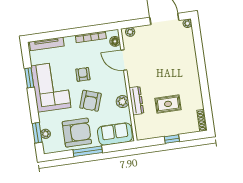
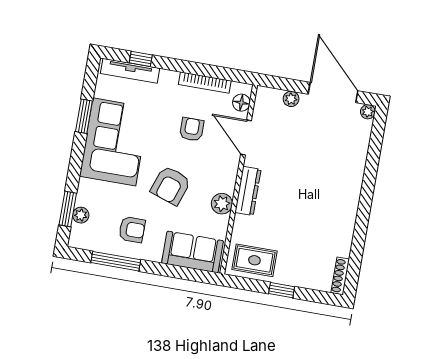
plant: (130, 32) -> (291, 99), moved
window: (51, 35) -> (141, 59), added
armchair: (83, 74) -> (192, 129), moved
dresser: (136, 101) -> (248, 191), moved
rug: (168, 104) -> (254, 260), moved
armchair: (77, 133) -> (132, 230), width x0.53, depth x0.53
window: (88, 151) -> (116, 261), moved

